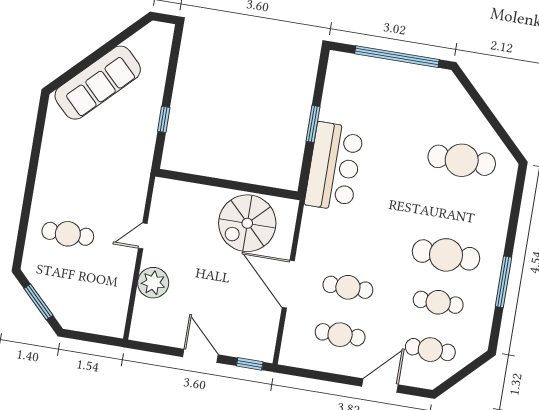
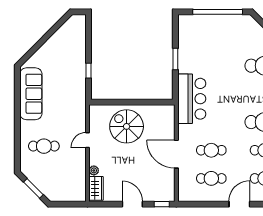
sofa: (98, 83) -> (31, 94), moved, turned -45
bar counter: (334, 167) -> (192, 99), moved
spiral stairs: (247, 223) -> (127, 126), moved, turned 90
plant: (153, 283) -> (94, 170), width x0.53, depth x0.53
wardrobe: (144, 319) -> (96, 188), added

